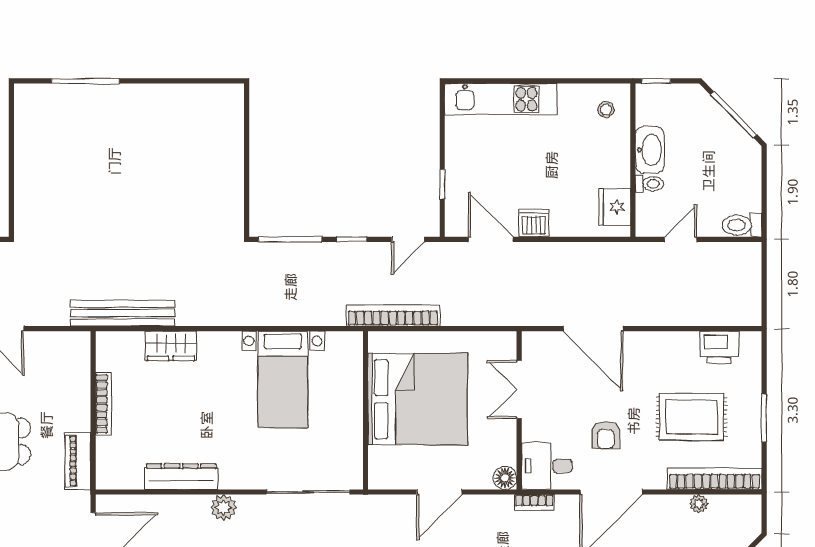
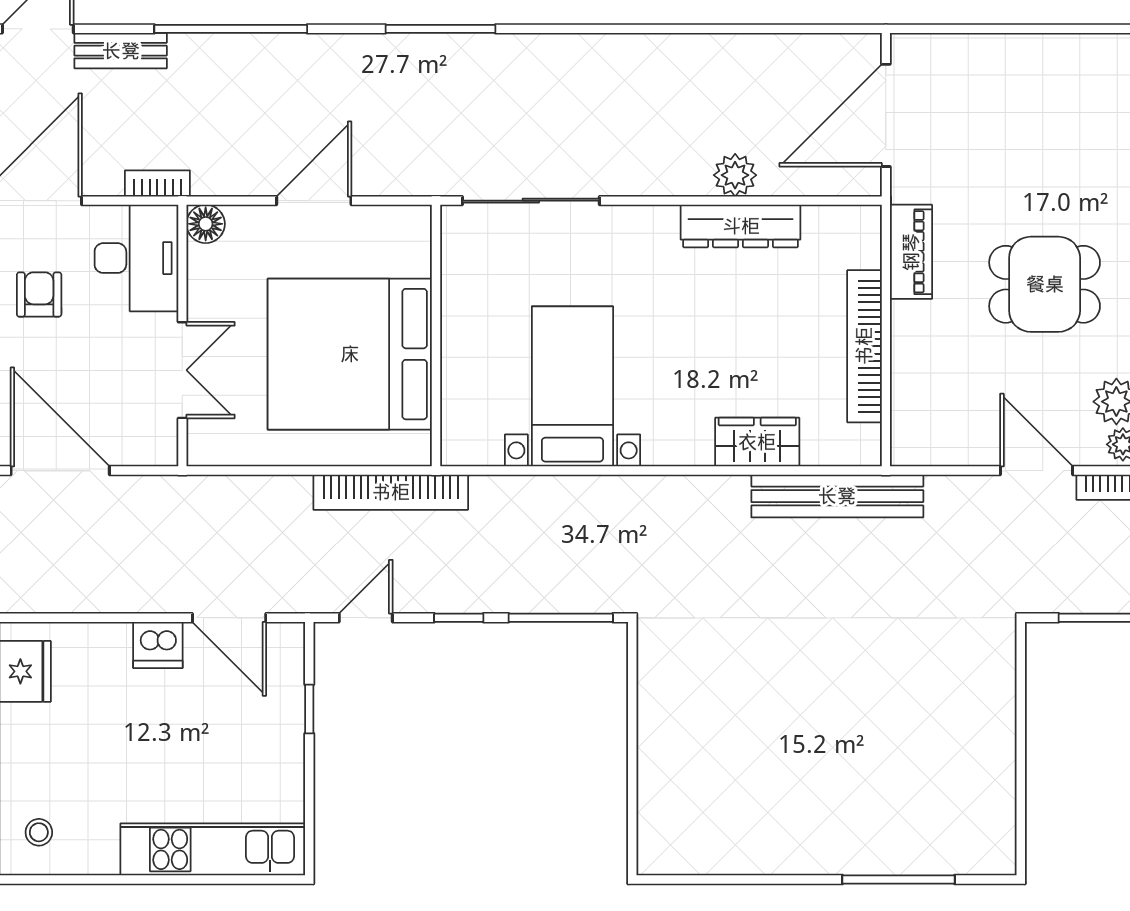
bookcase: (104, 404) -> (864, 346), width x1.48, depth x1.31
desk: (547, 466) -> (136, 258), width x1.37
plant: (223, 507) -> (735, 175), moved

